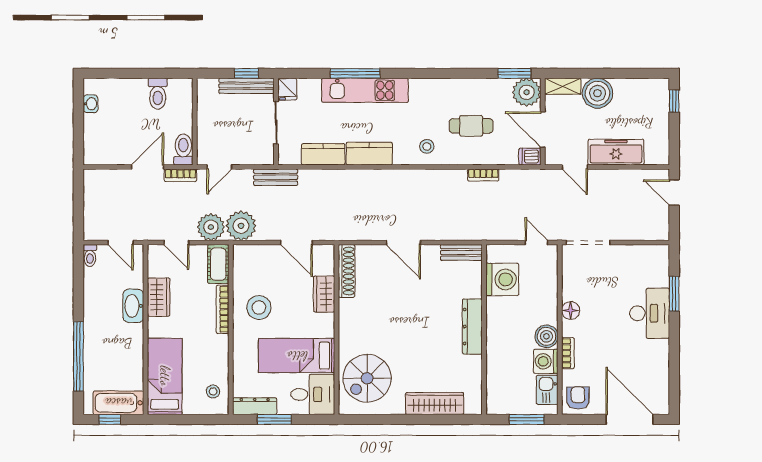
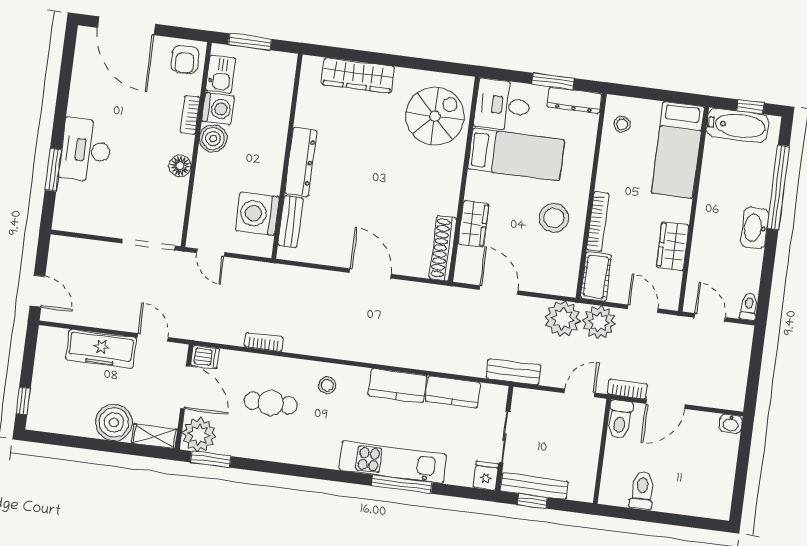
washbasin: (91, 104) -> (731, 424), moved, turned -90
bench: (461, 252) -> (291, 222), moved, turned 90
washbasin: (133, 306) -> (755, 228), moved, turned 180

